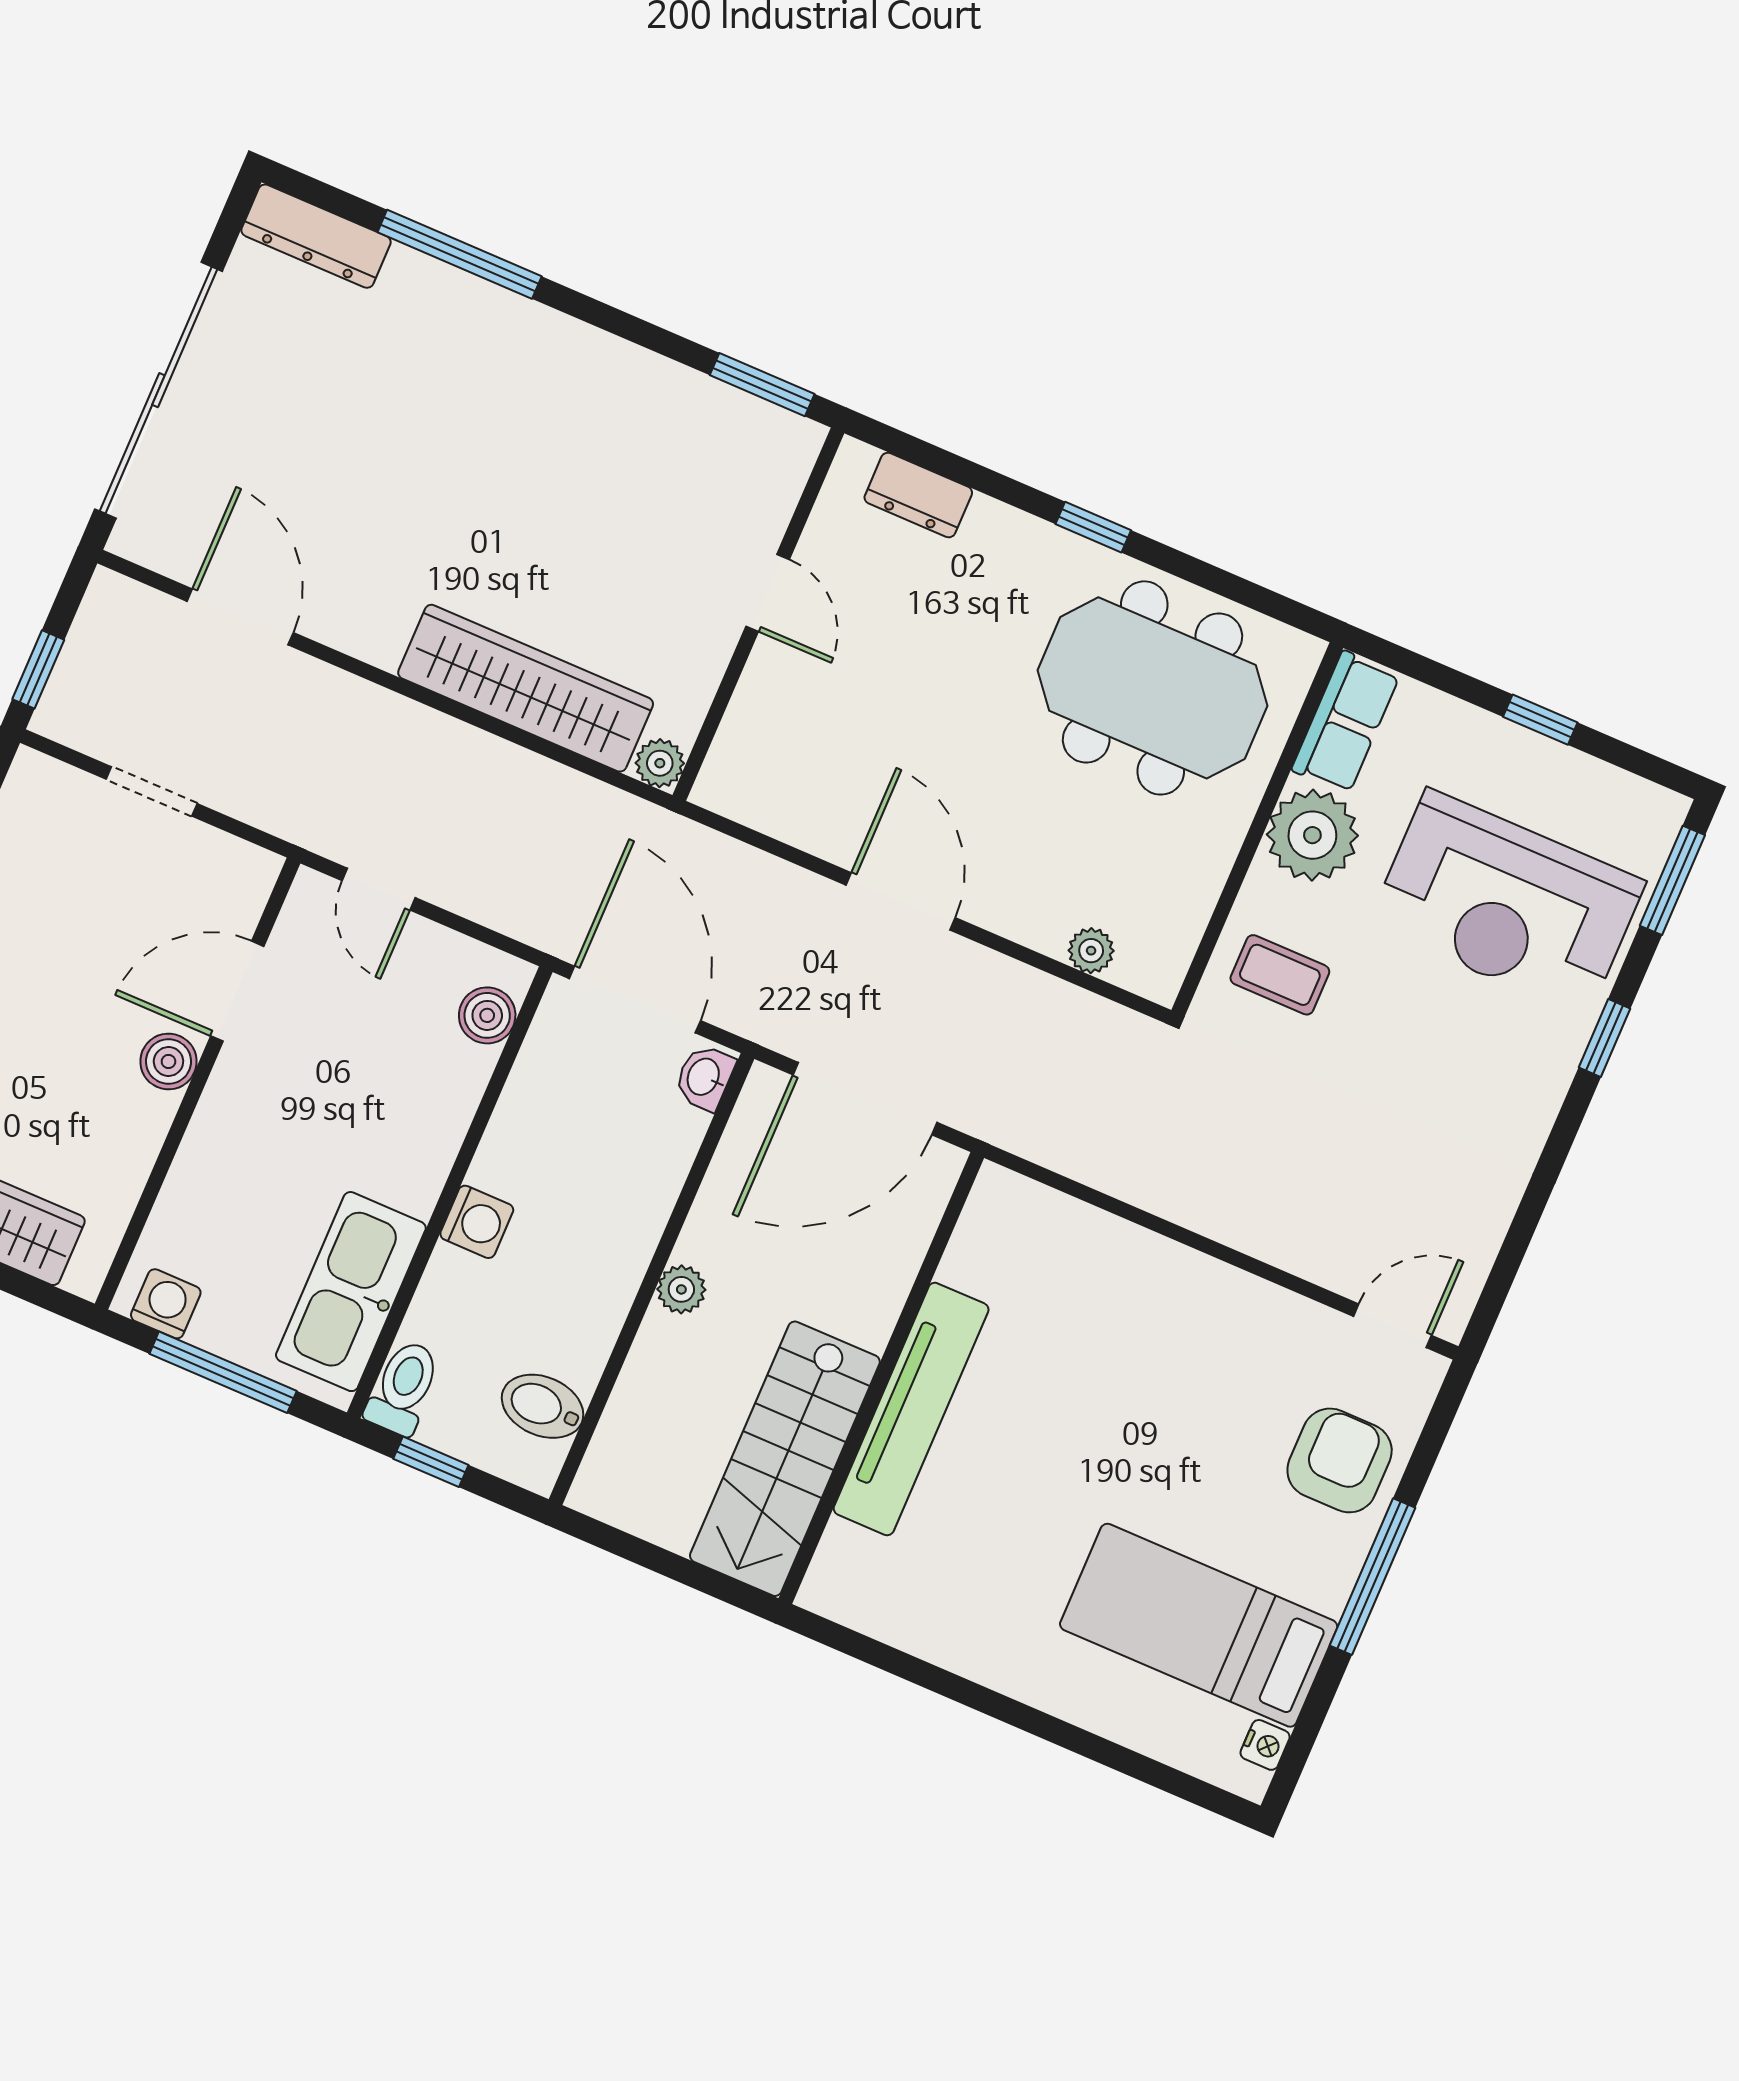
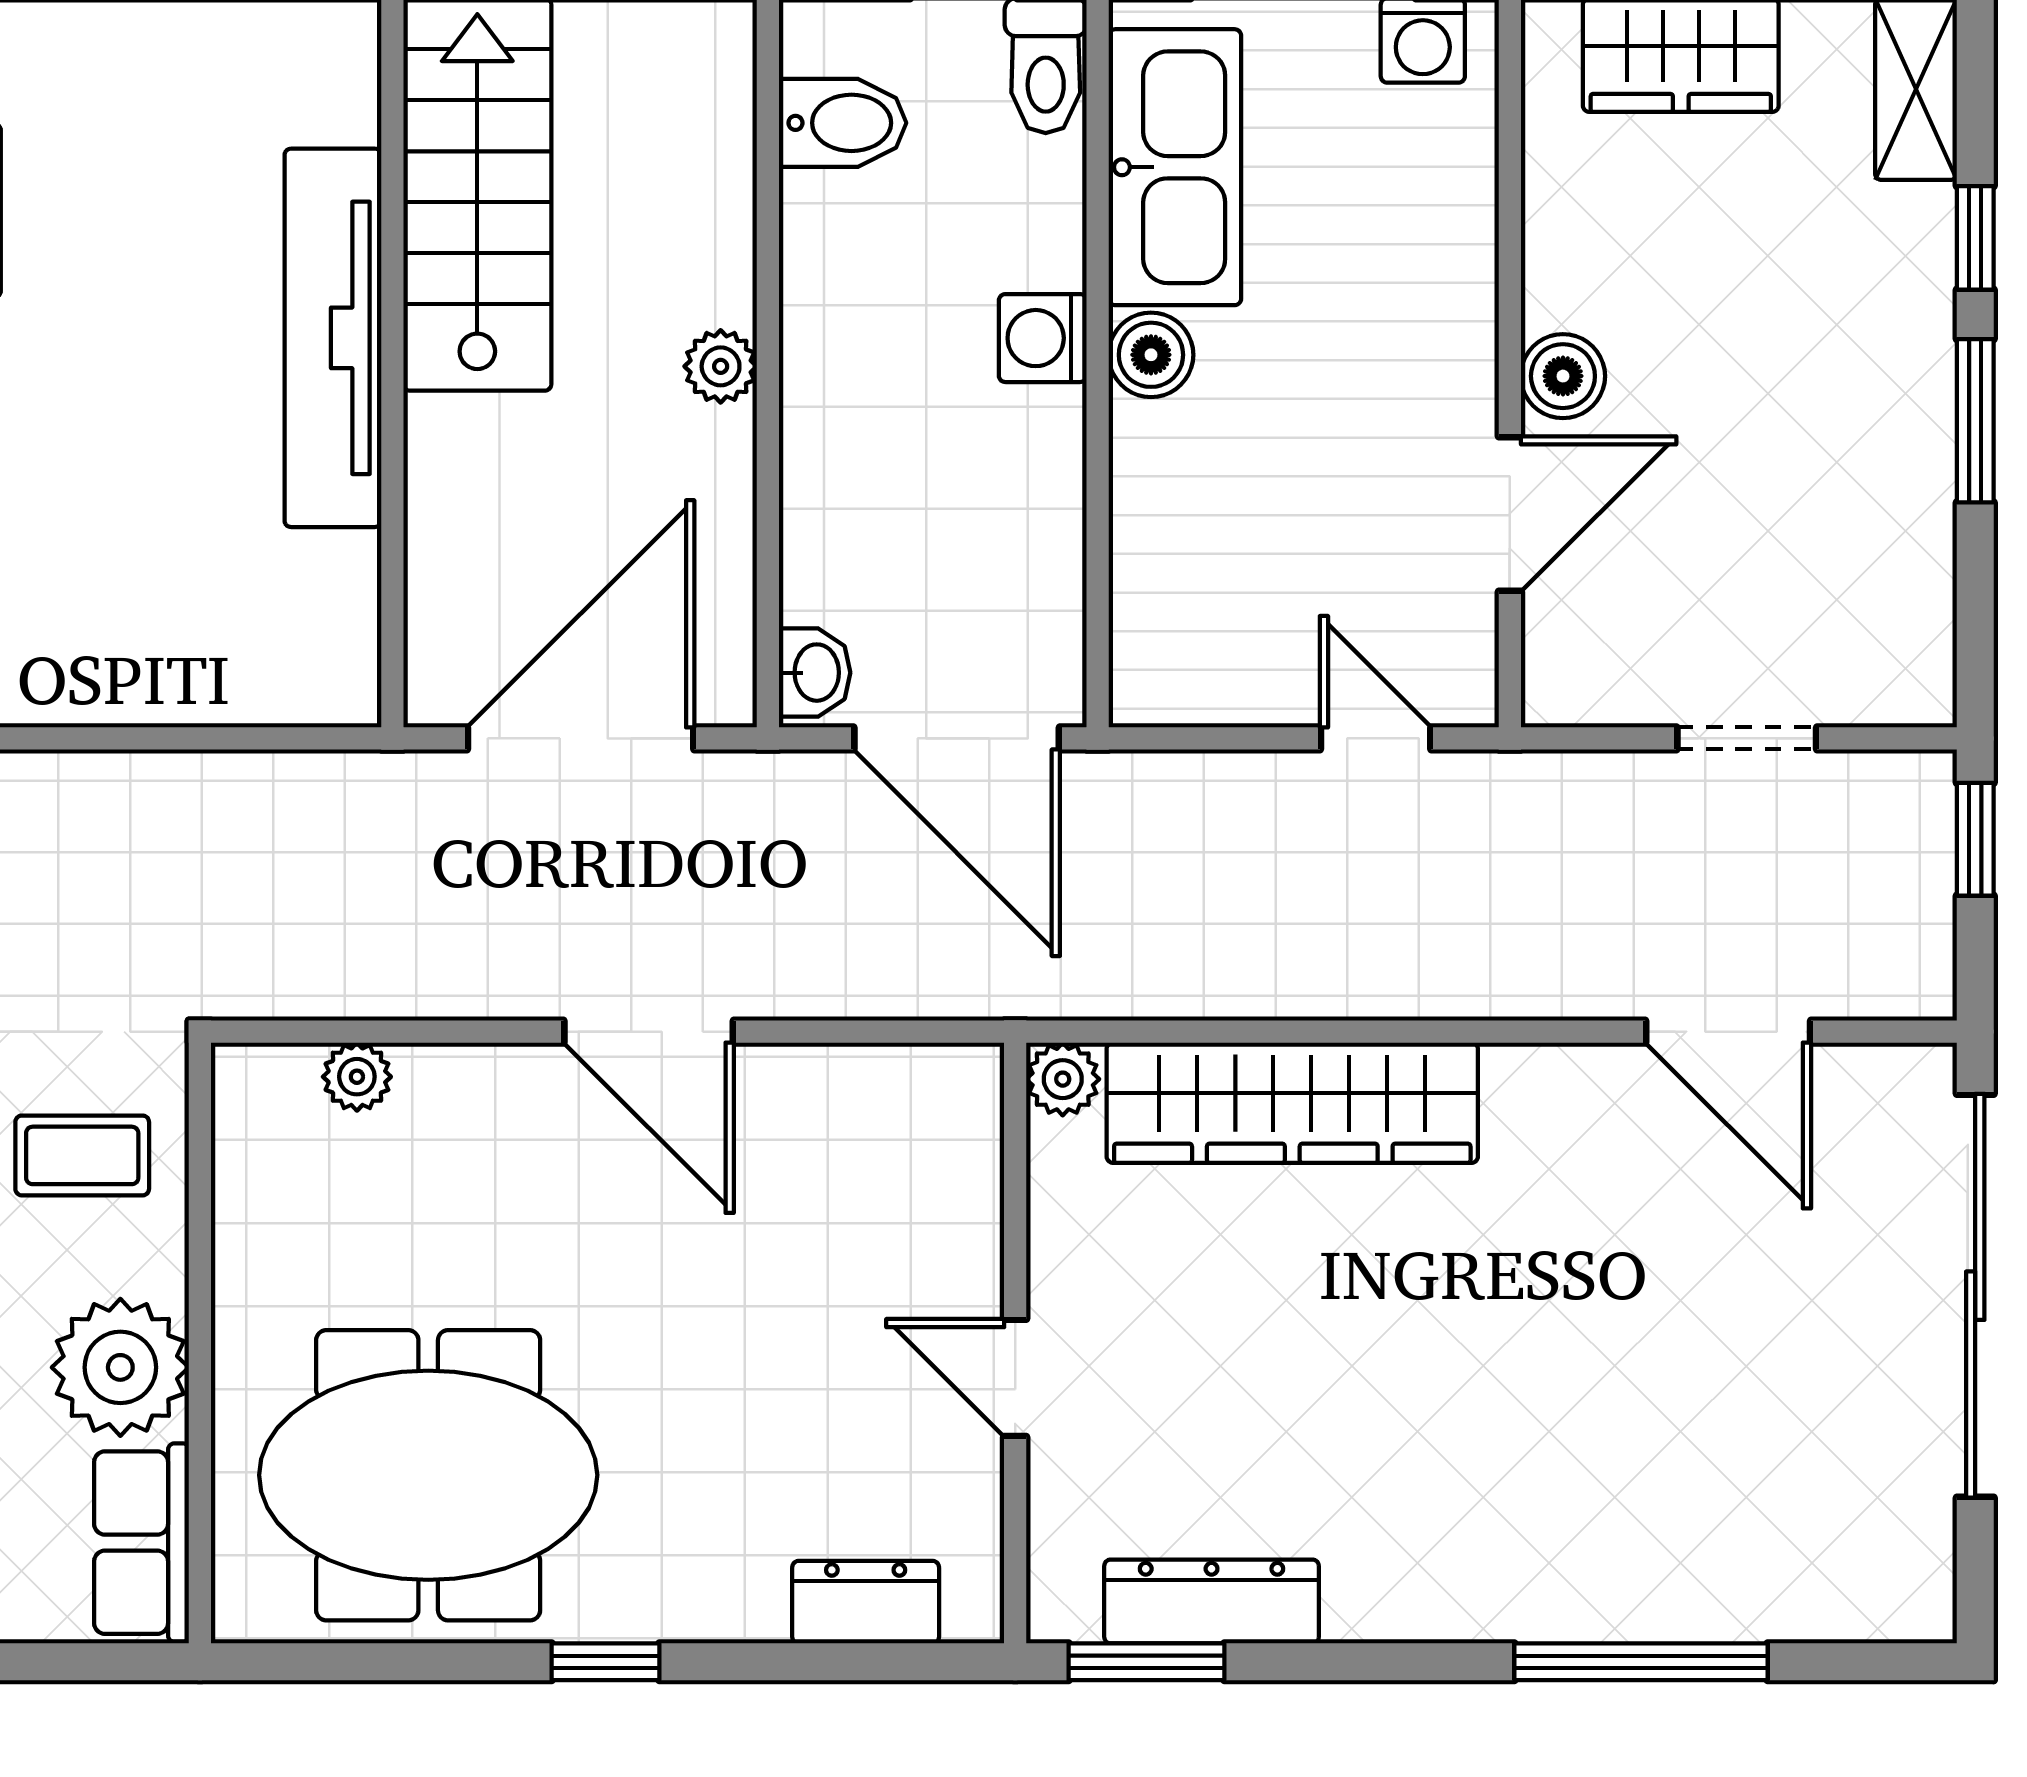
dresser: (316, 236) -> (1212, 1602), moved
boiler: (487, 1015) -> (1151, 355), moved

